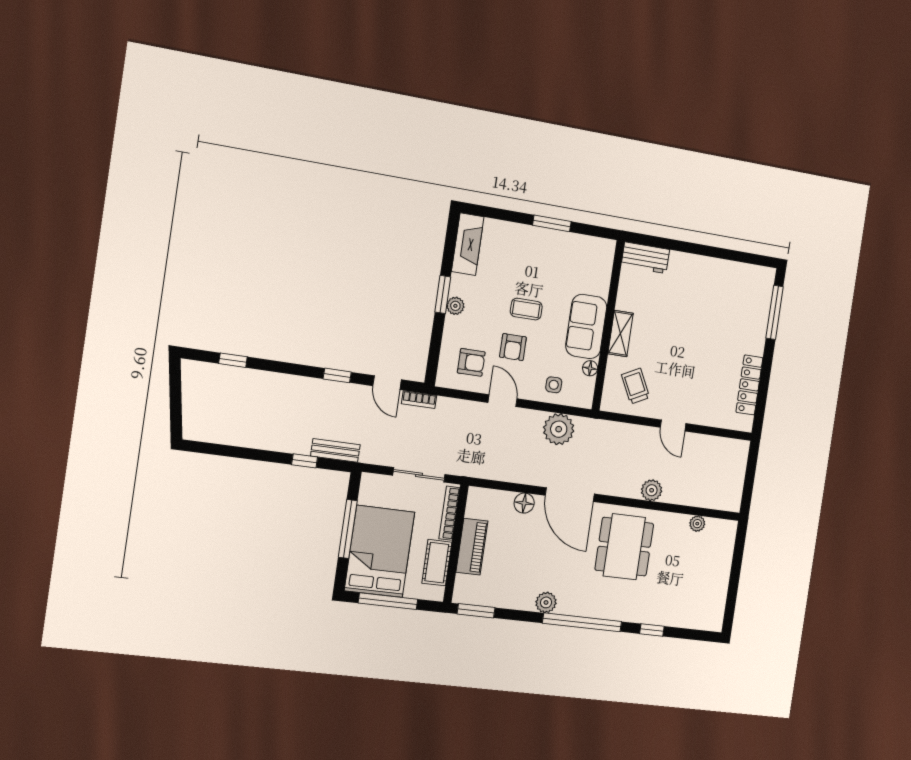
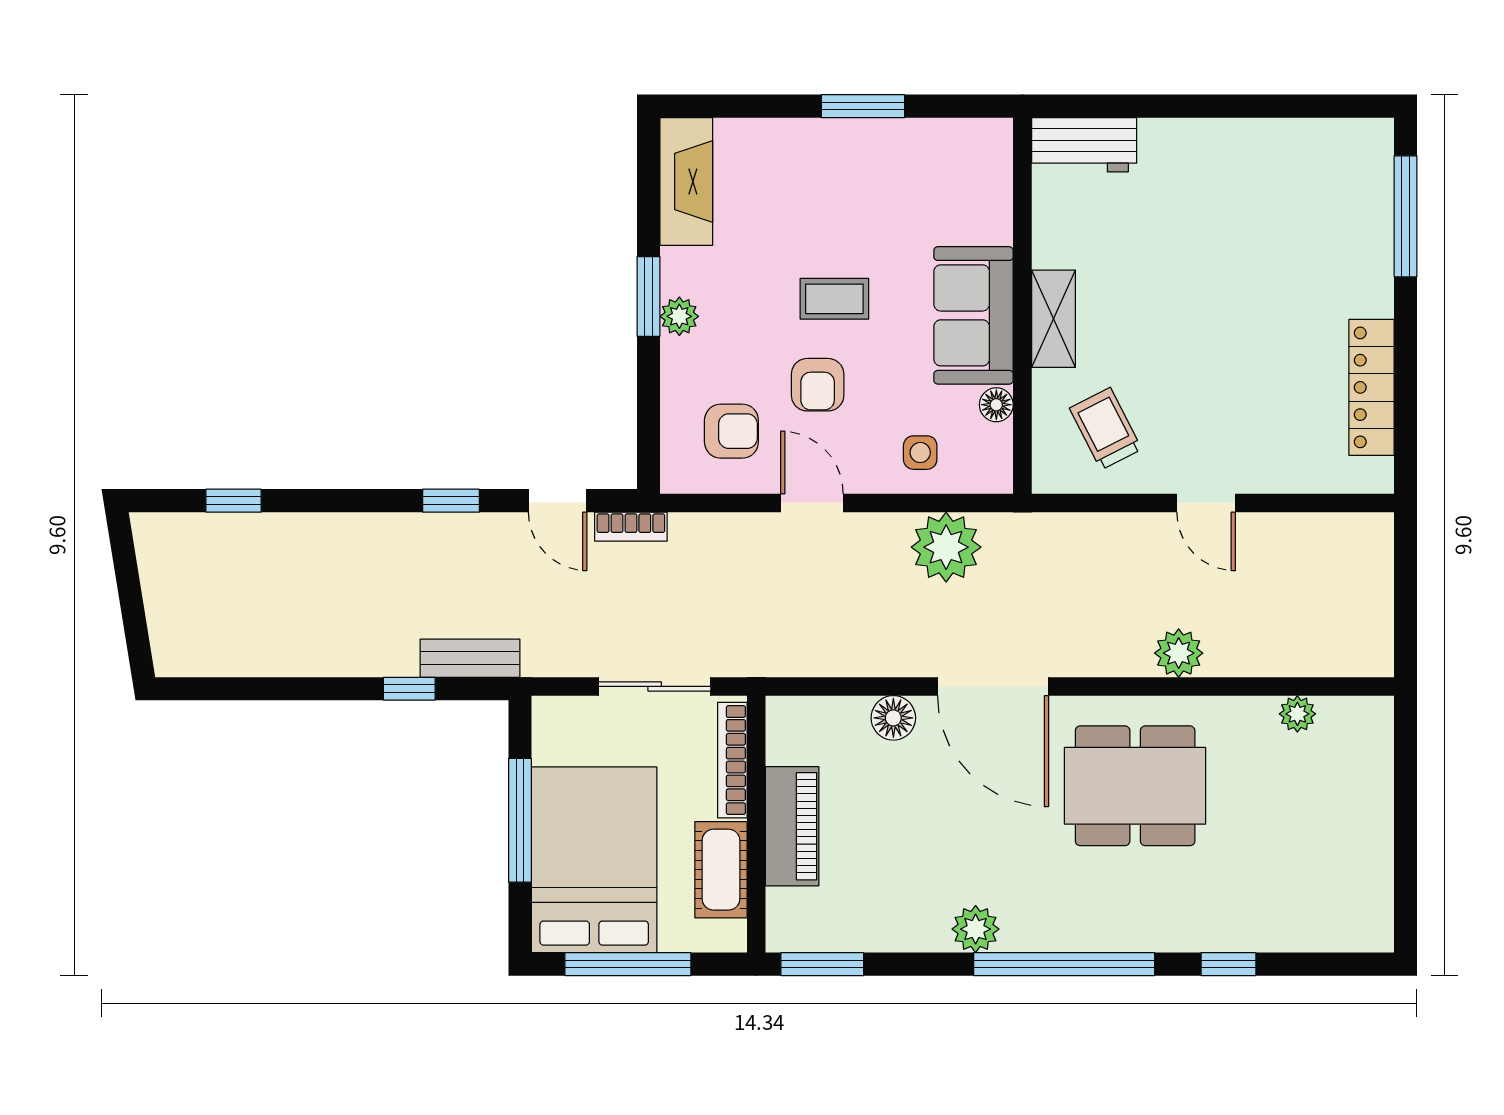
dining table: (624, 547) -> (1135, 786), turned 90

